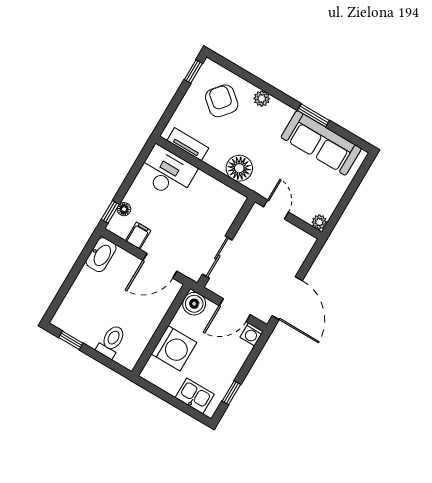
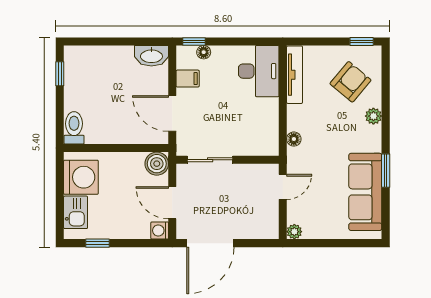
tv unit: (188, 144) -> (295, 75), width x1.41
floor lamp: (239, 168) -> (294, 139), width x0.53, depth x0.53
toilet: (111, 341) -> (74, 128), moved, turned -90
washing machine: (174, 348) -> (81, 177), moved, turned -90

